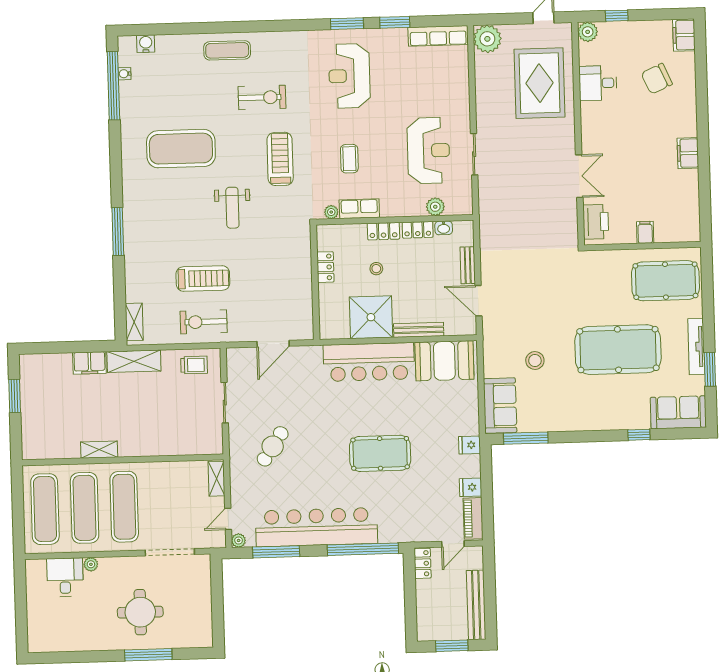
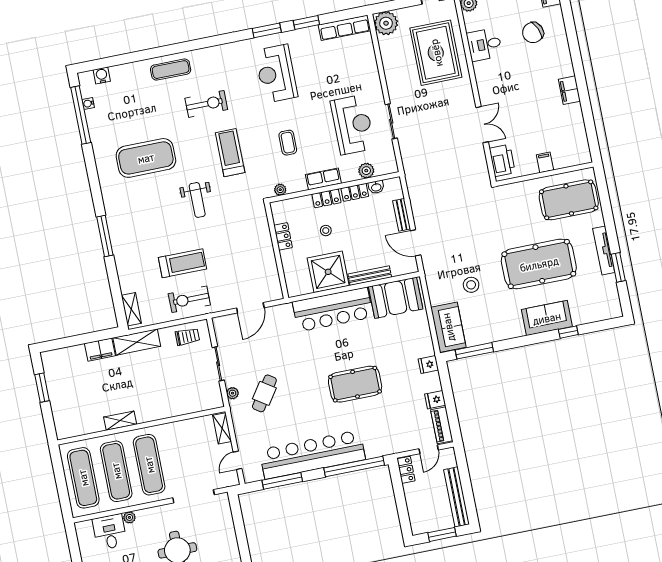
row of seats: (359, 209) -> (323, 179), moved
sofa: (678, 412) -> (547, 318), moved
plant: (239, 540) -> (233, 393), moved

